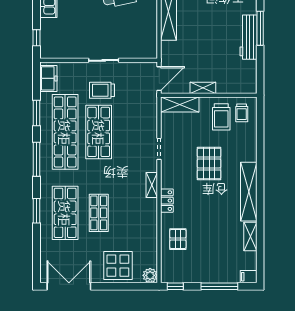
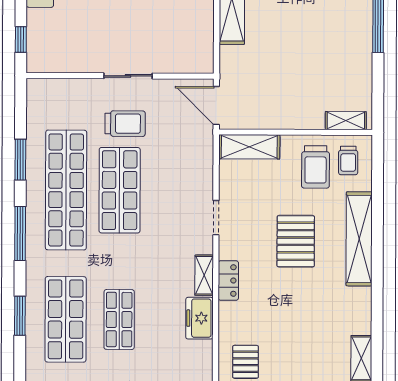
workbench: (248, 37) -> (359, 40), removed
freezer: (48, 78) -> (199, 318), moved, turned 180
door: (159, 79) -> (216, 106), swing flipped
shelving: (203, 88) -> (346, 121), moved
trolley: (102, 90) -> (125, 124), turned 180
shelving: (249, 192) -> (359, 239), moved
locker: (167, 201) -> (228, 280), moved

